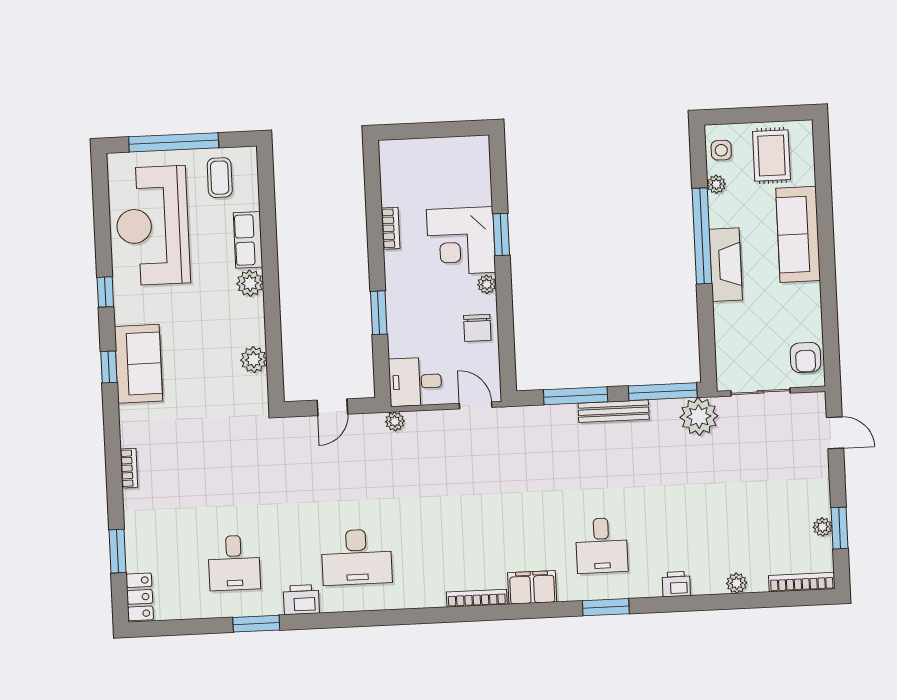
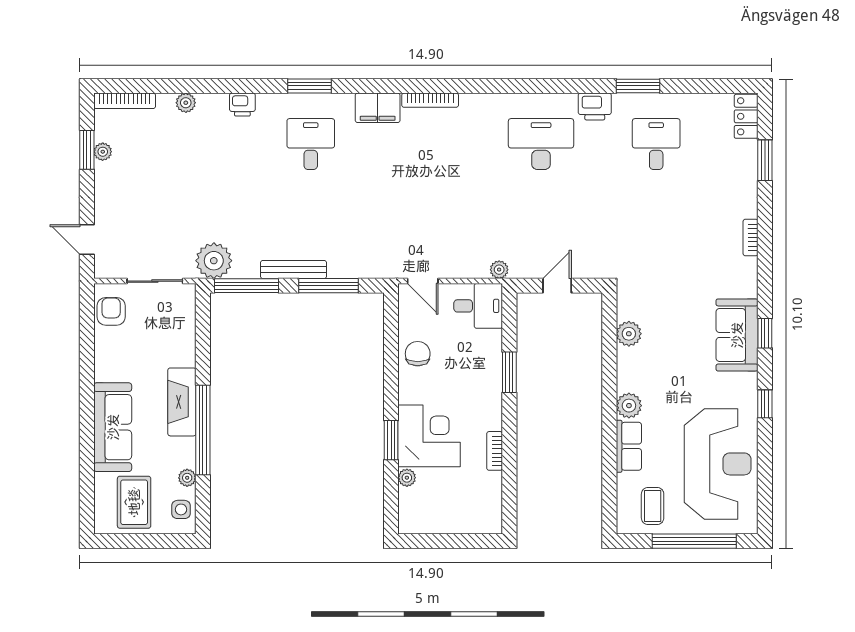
plant: (487, 284) -> (407, 478), moved

